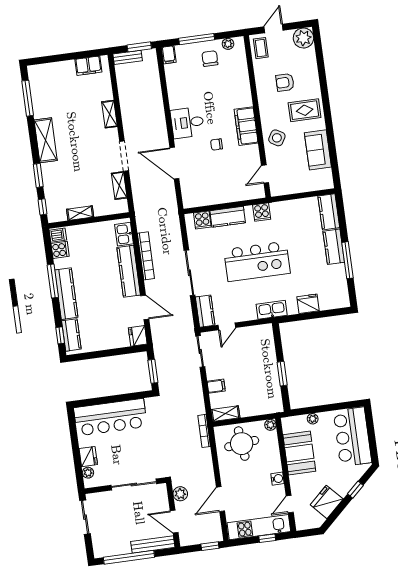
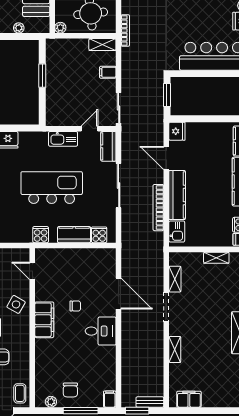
door: (265, 174) -> (32, 271), swing flipped
kitchen sink: (272, 310) -> (63, 139), moved

